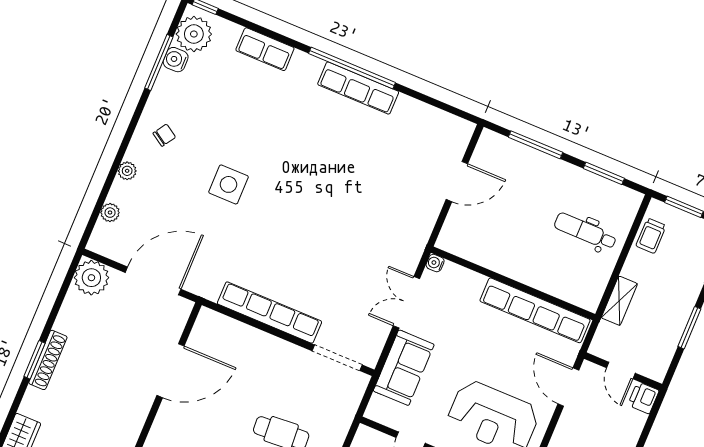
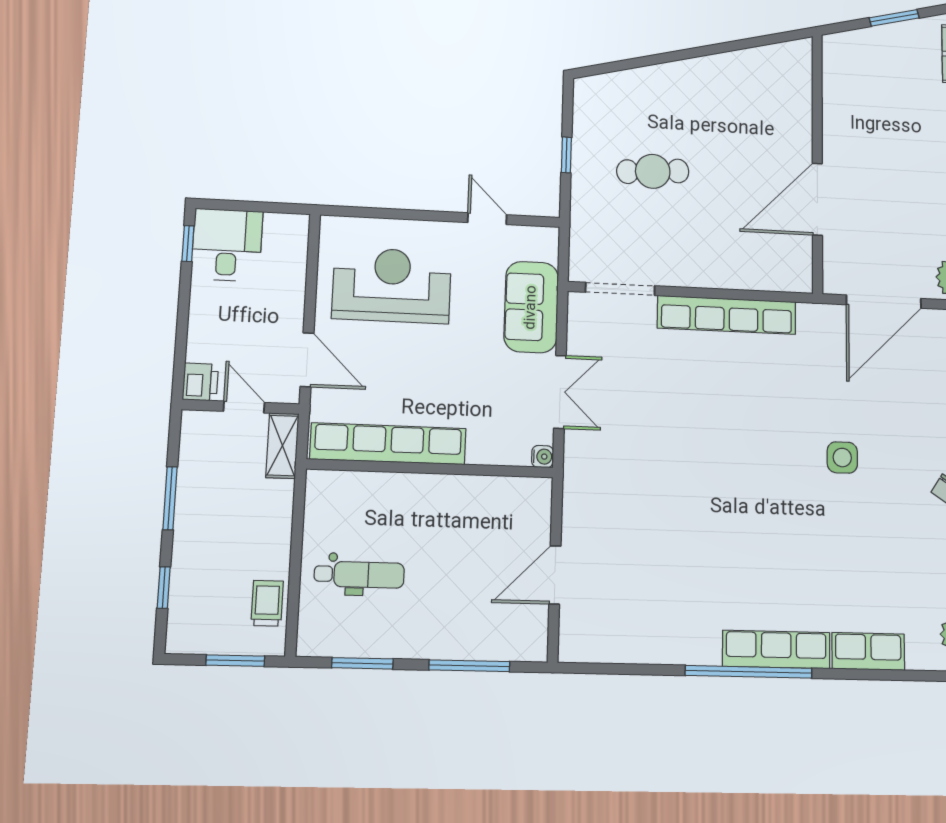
row of seats: (358, 88) -> (776, 649), moved
side table: (229, 184) -> (842, 458), width x0.73, depth x0.73
shelving: (619, 301) -> (282, 446), moved

